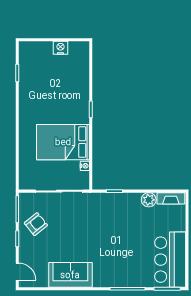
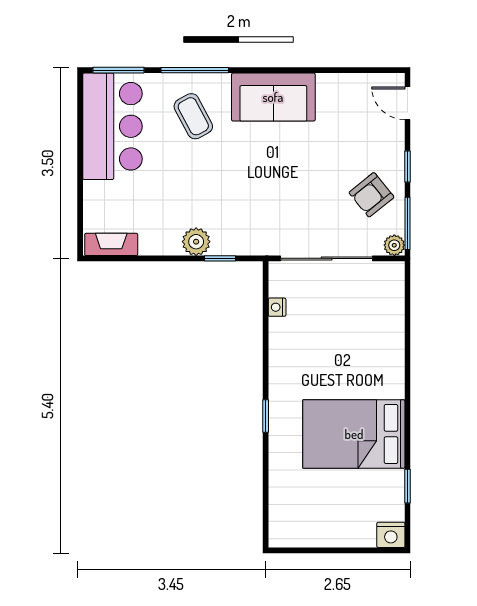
nightstand: (60, 48) -> (391, 535), moved
bed: (63, 142) -> (354, 434), moved, turned 180
plant: (24, 198) -> (394, 245), added
plant: (149, 200) -> (196, 242), moved
coffee table: (128, 265) -> (193, 116), added
sofa: (70, 275) -> (273, 97), moved

